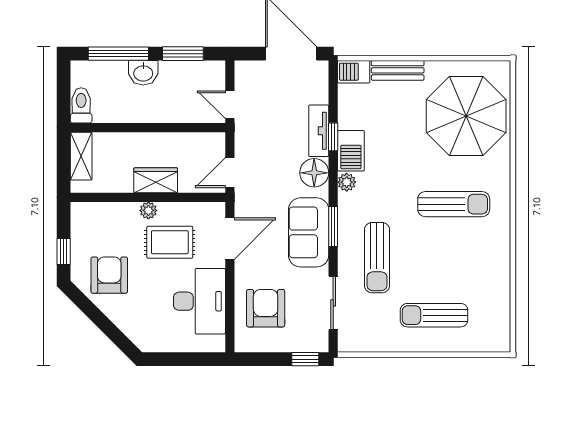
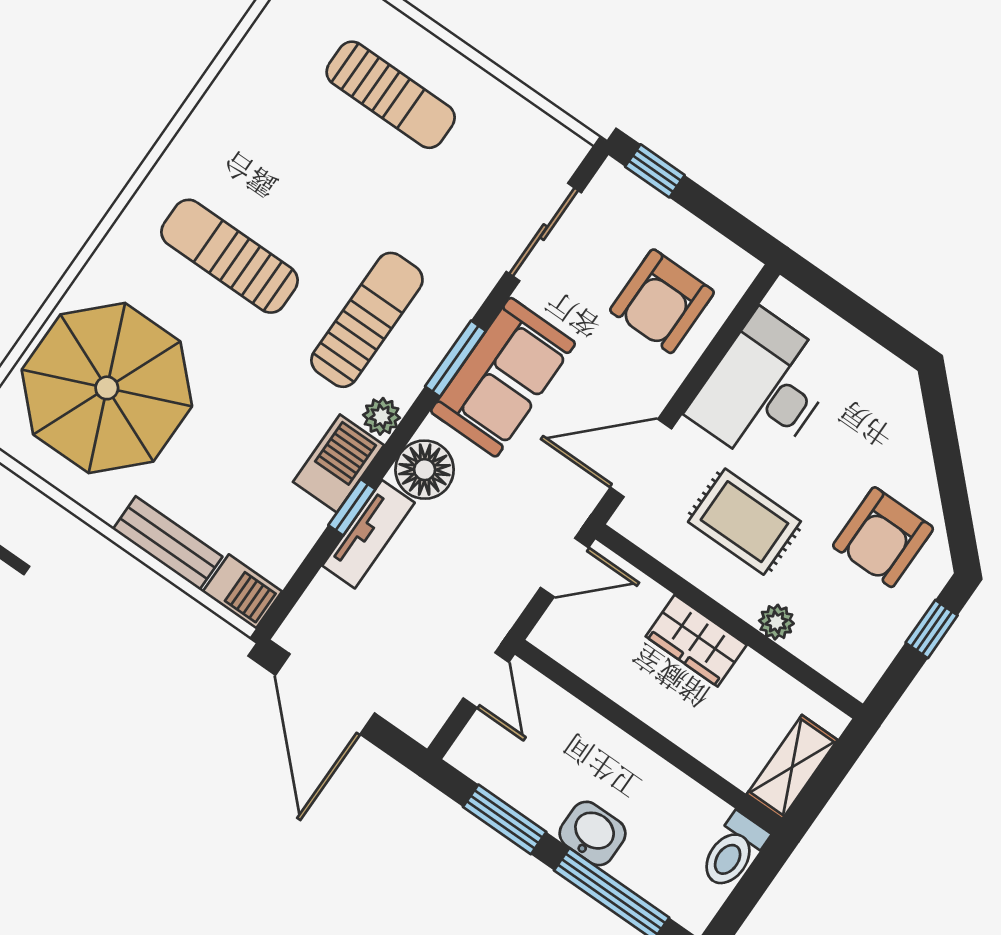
plant: (148, 210) -> (776, 622), moved
sun lounger: (377, 258) -> (367, 320), moved

